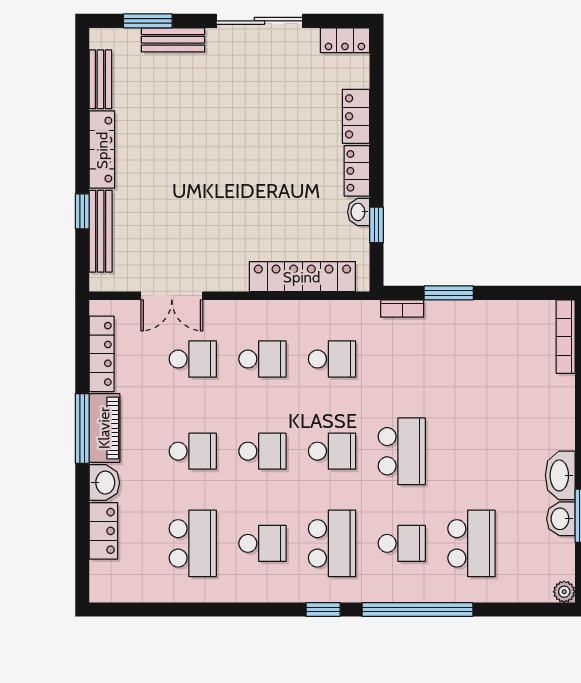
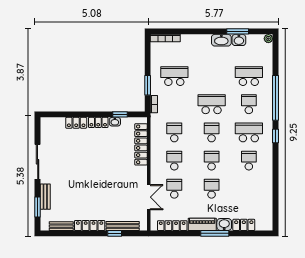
locker: (345, 40) -> (45, 127), removed
window: (82, 428) -> (215, 233), moved
school desk: (193, 543) -> (174, 76), moved

